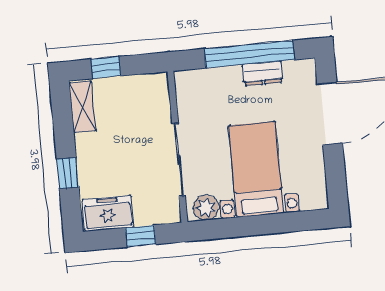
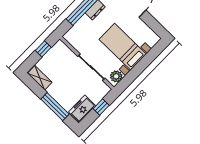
window: (106, 67) -> (43, 49), moved
window: (68, 173) -> (55, 107), width x2.17

